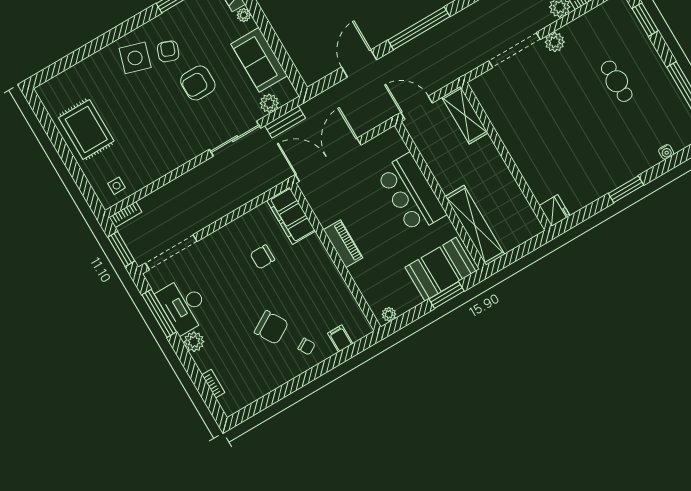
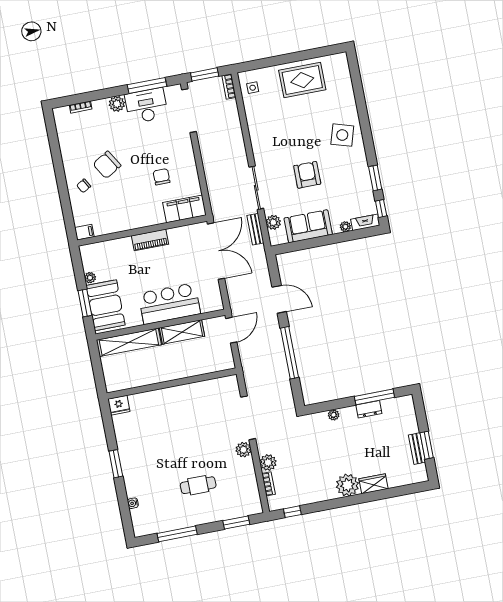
armchair: (168, 51) -> (338, 161), removed
shelving: (465, 115) -> (182, 332), moved
plant: (389, 314) -> (90, 278), moved
filing cabinet: (340, 338) -> (84, 232), moved

